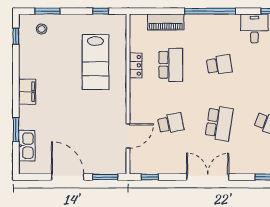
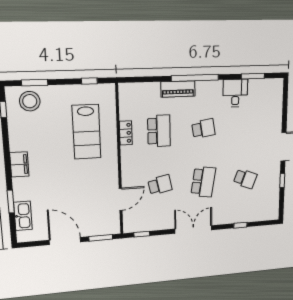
piano: (166, 22) -> (178, 89), moved
stool: (42, 29) -> (30, 101), width x1.89, depth x1.89

